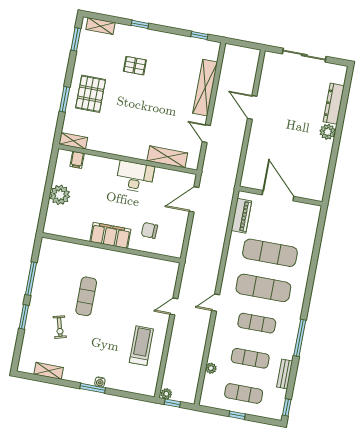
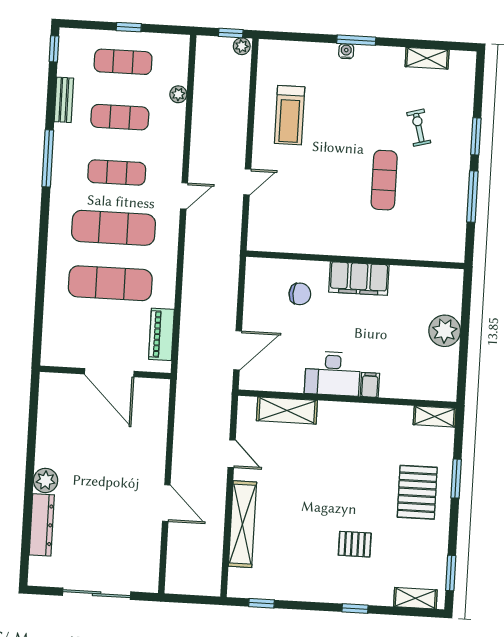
filing cabinet: (77, 160) -> (370, 385), moved

